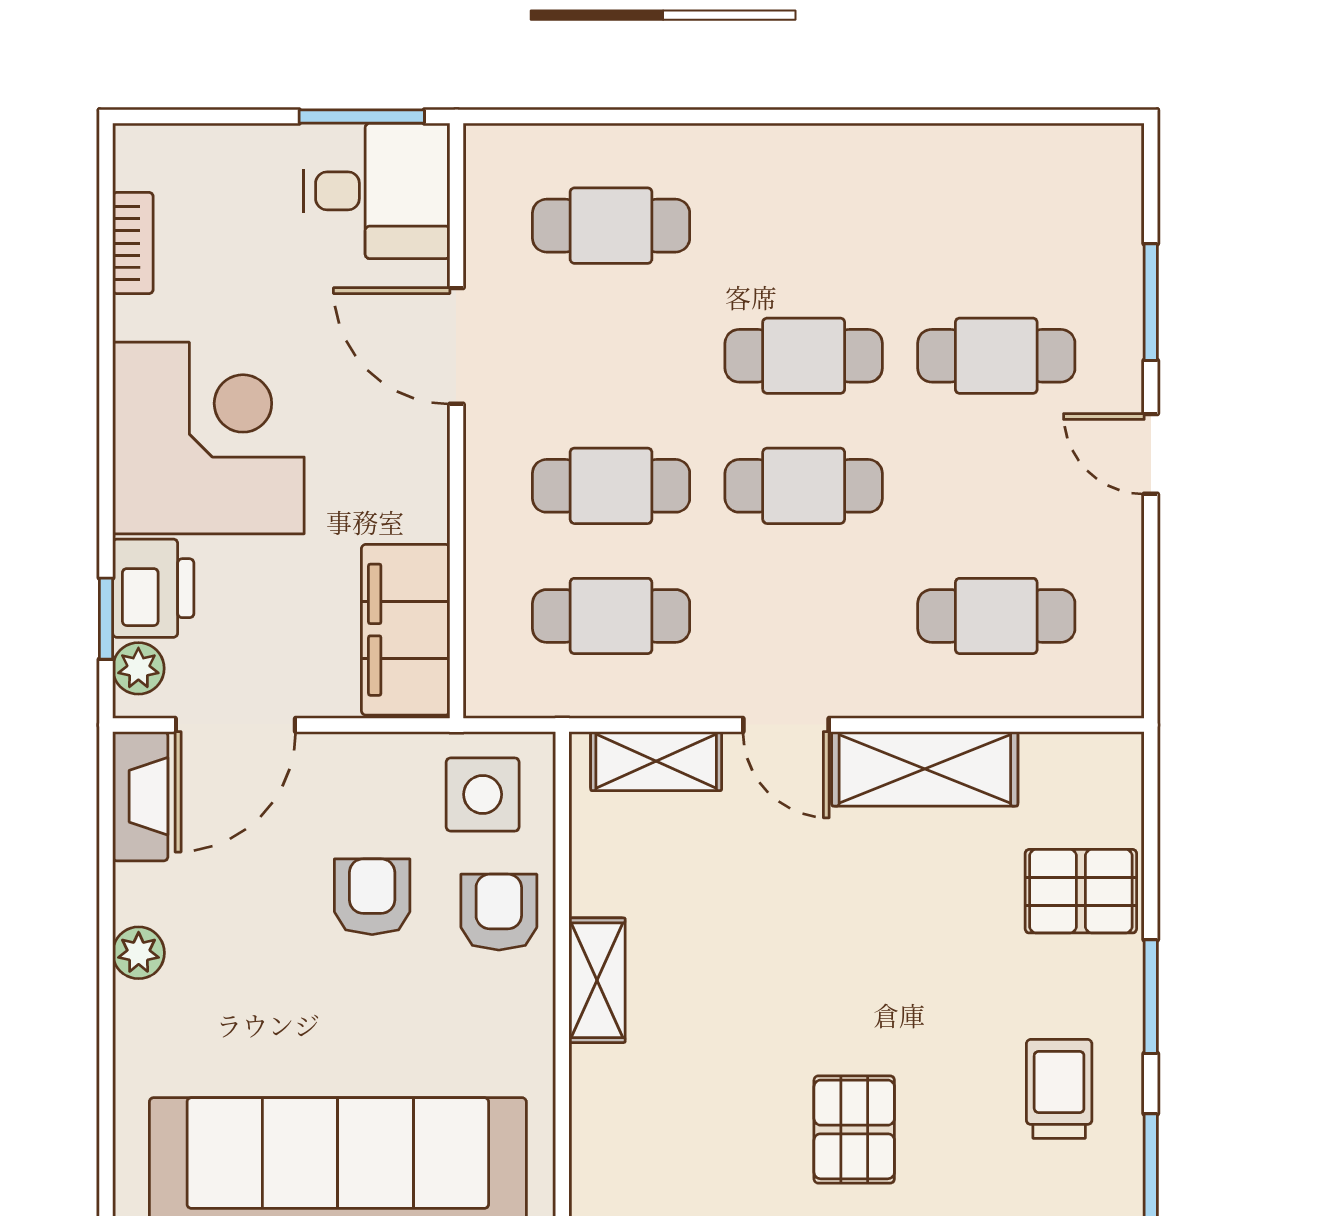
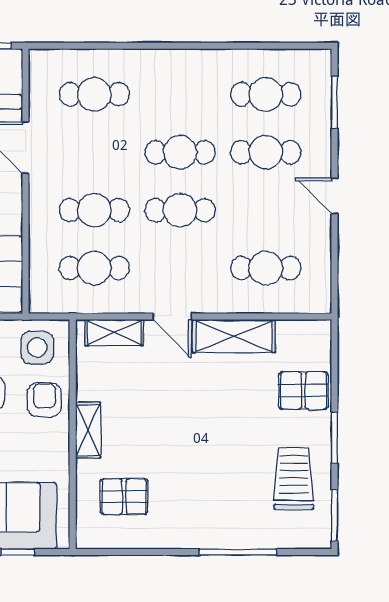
cafe table: (996, 226) -> (266, 94), added
window: (1151, 302) -> (335, 102), moved
trolley: (1059, 1089) -> (294, 479), width x1.36, depth x1.39
pallet: (854, 1129) -> (124, 497), moved, turned 90

